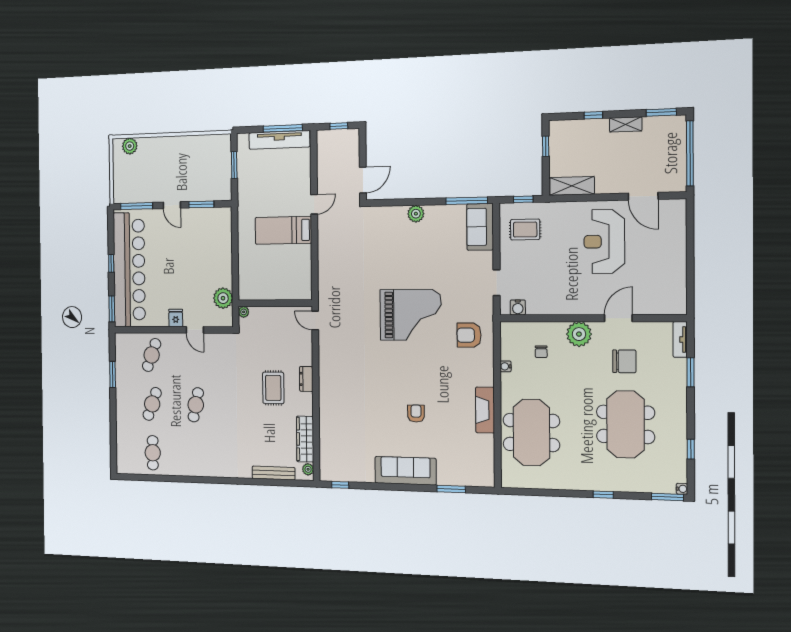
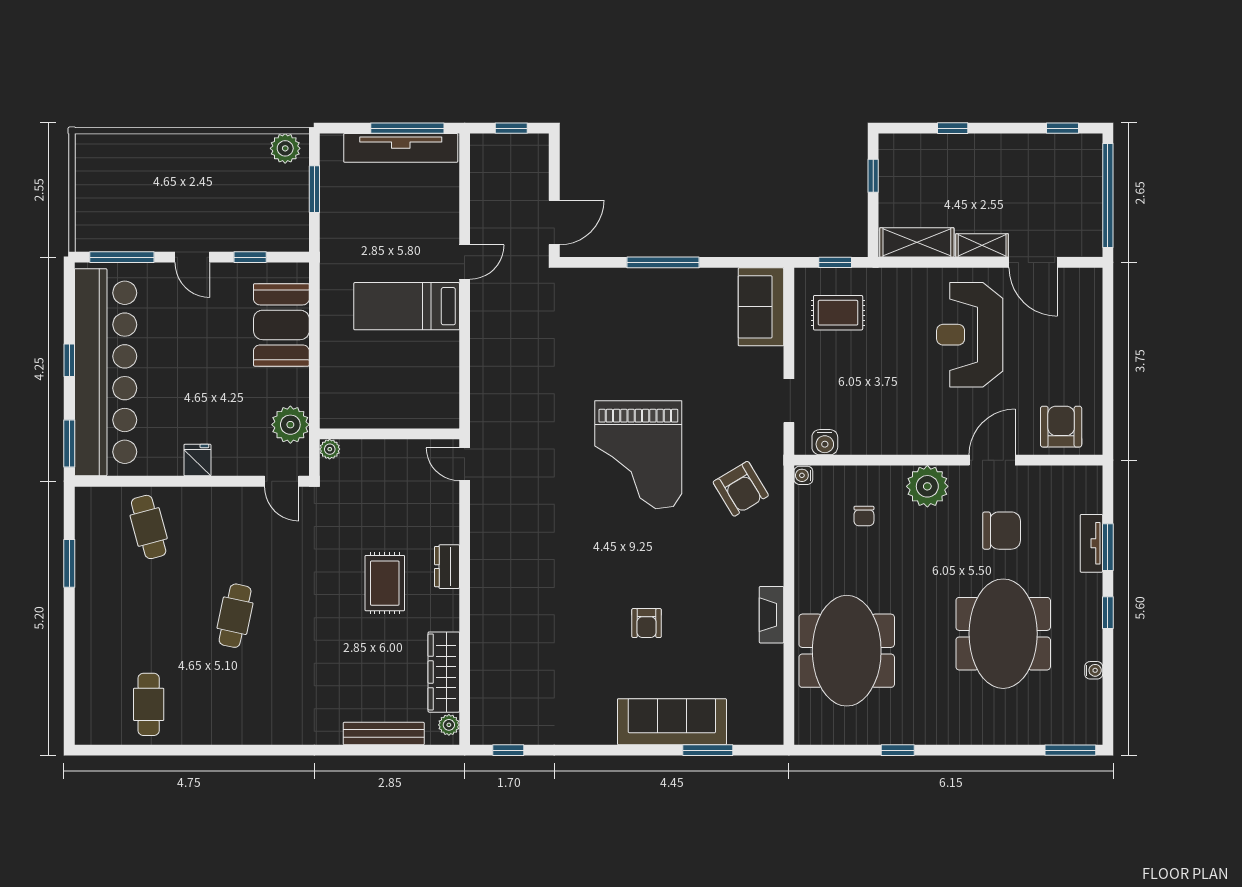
window: (661, 112) -> (1063, 128), width x0.67
shelving: (626, 124) -> (982, 245), moved
plant: (130, 146) -> (285, 148), moved
window: (467, 201) -> (663, 262), moved
window: (201, 204) -> (250, 257), width x0.67
plant: (416, 214) -> (649, 282), removed
booth: (218, 242) -> (281, 325), added
armchair: (661, 297) -> (1061, 427), added
grand piano: (411, 315) -> (638, 455), turned 90
door: (195, 330) -> (282, 481), moved
armchair: (469, 335) -> (741, 489), turned -121
tv unit: (680, 339) -> (1091, 543), moved
cafe table: (152, 355) -> (149, 527), turned -36
water cooler: (506, 366) -> (803, 475), moved
cafe table: (152, 404) -> (149, 616), removed
fireplace: (485, 410) -> (771, 615), width x0.73, depth x0.76
armchair: (416, 413) -> (647, 623), turned 180
window: (691, 449) -> (1108, 613), moved
sofa: (405, 471) -> (672, 722), moved
water cooler: (682, 489) -> (1094, 670), moved
window: (603, 495) -> (898, 750), moved

